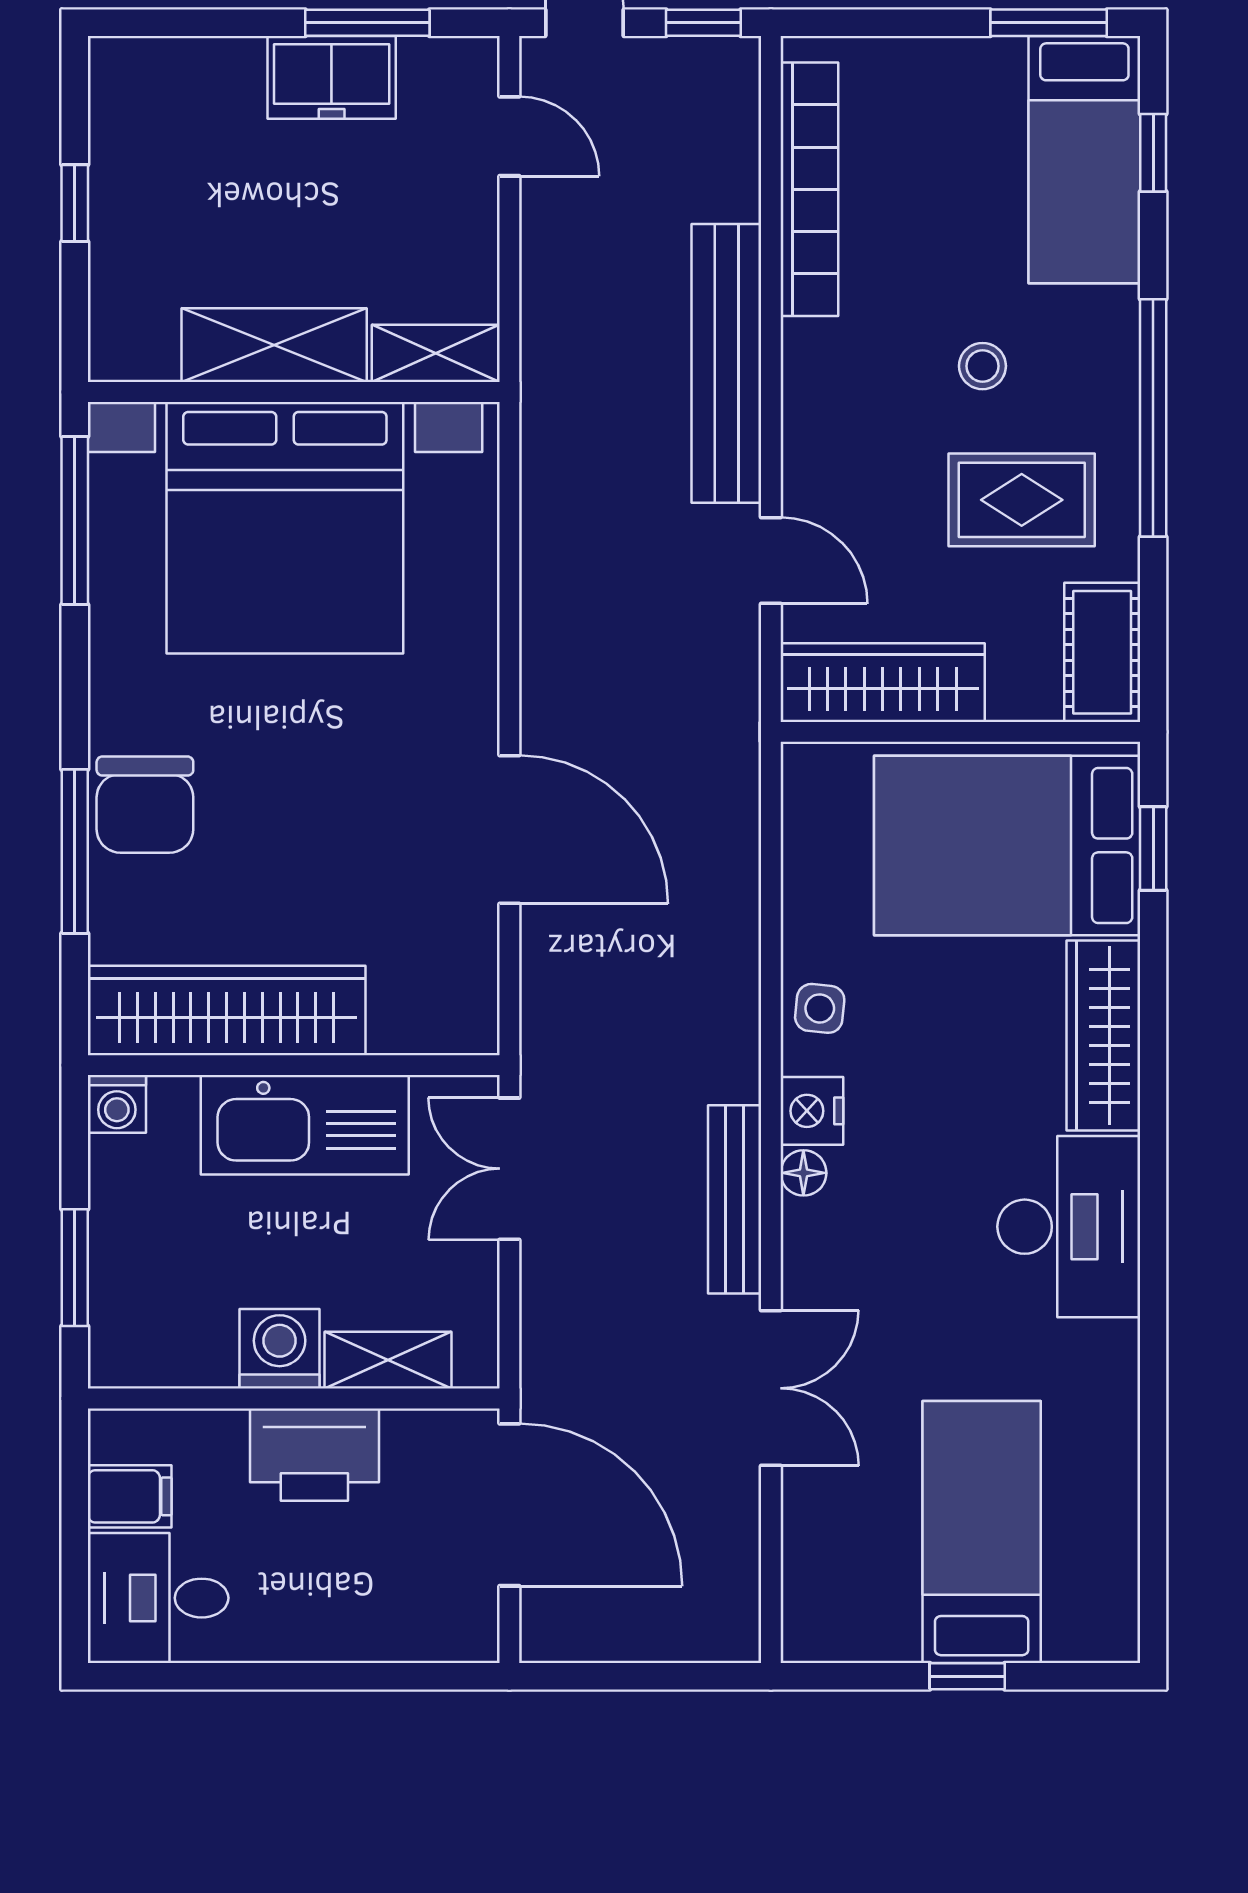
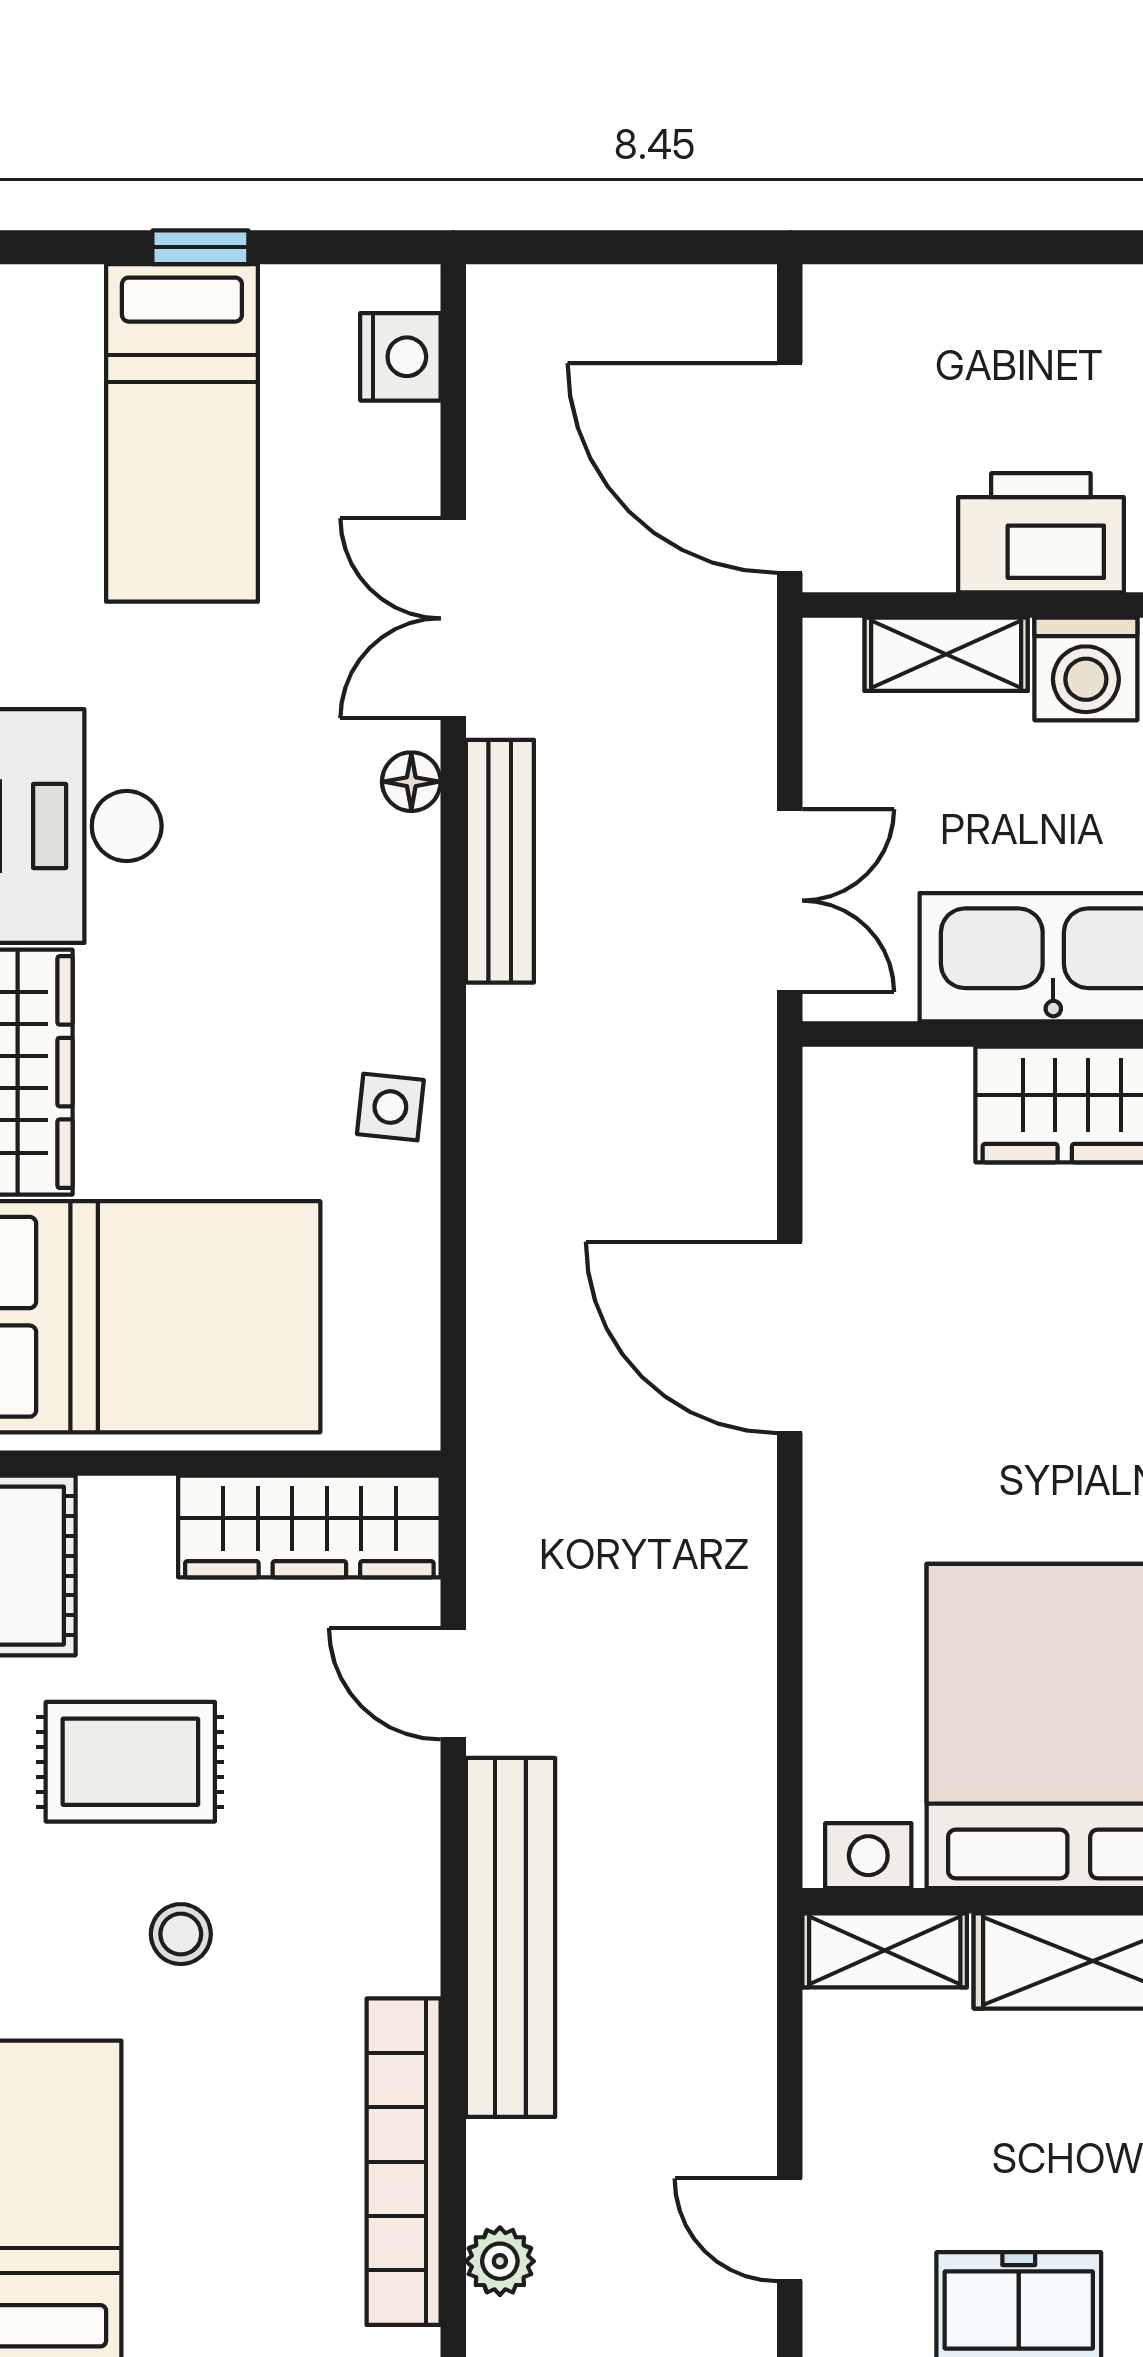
plant: (735, 112) -> (500, 2261), added
nightstand: (812, 1111) -> (400, 357), moved
floor lamp: (803, 1173) -> (411, 782), moved

